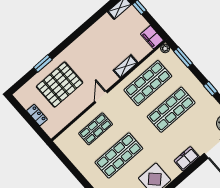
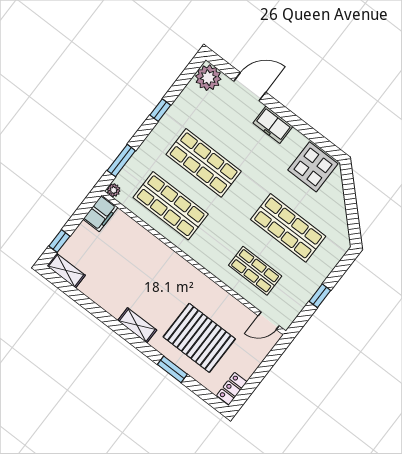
shelving: (125, 67) -> (137, 325), moved
door: (101, 97) -> (269, 321), moved
locker: (37, 115) -> (232, 389), moved
window: (71, 167) -> (320, 296), added

